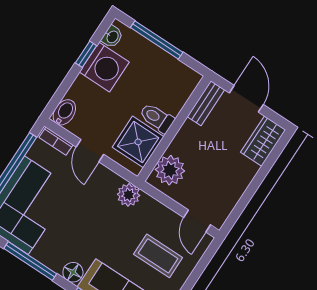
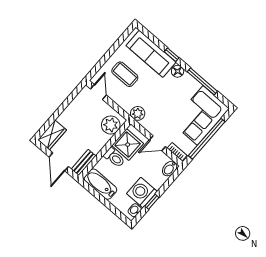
window: (157, 40) -> (108, 205), removed
bathtub: (173, 72) -> (101, 184), added
door: (90, 151) -> (157, 143), swing flipped

